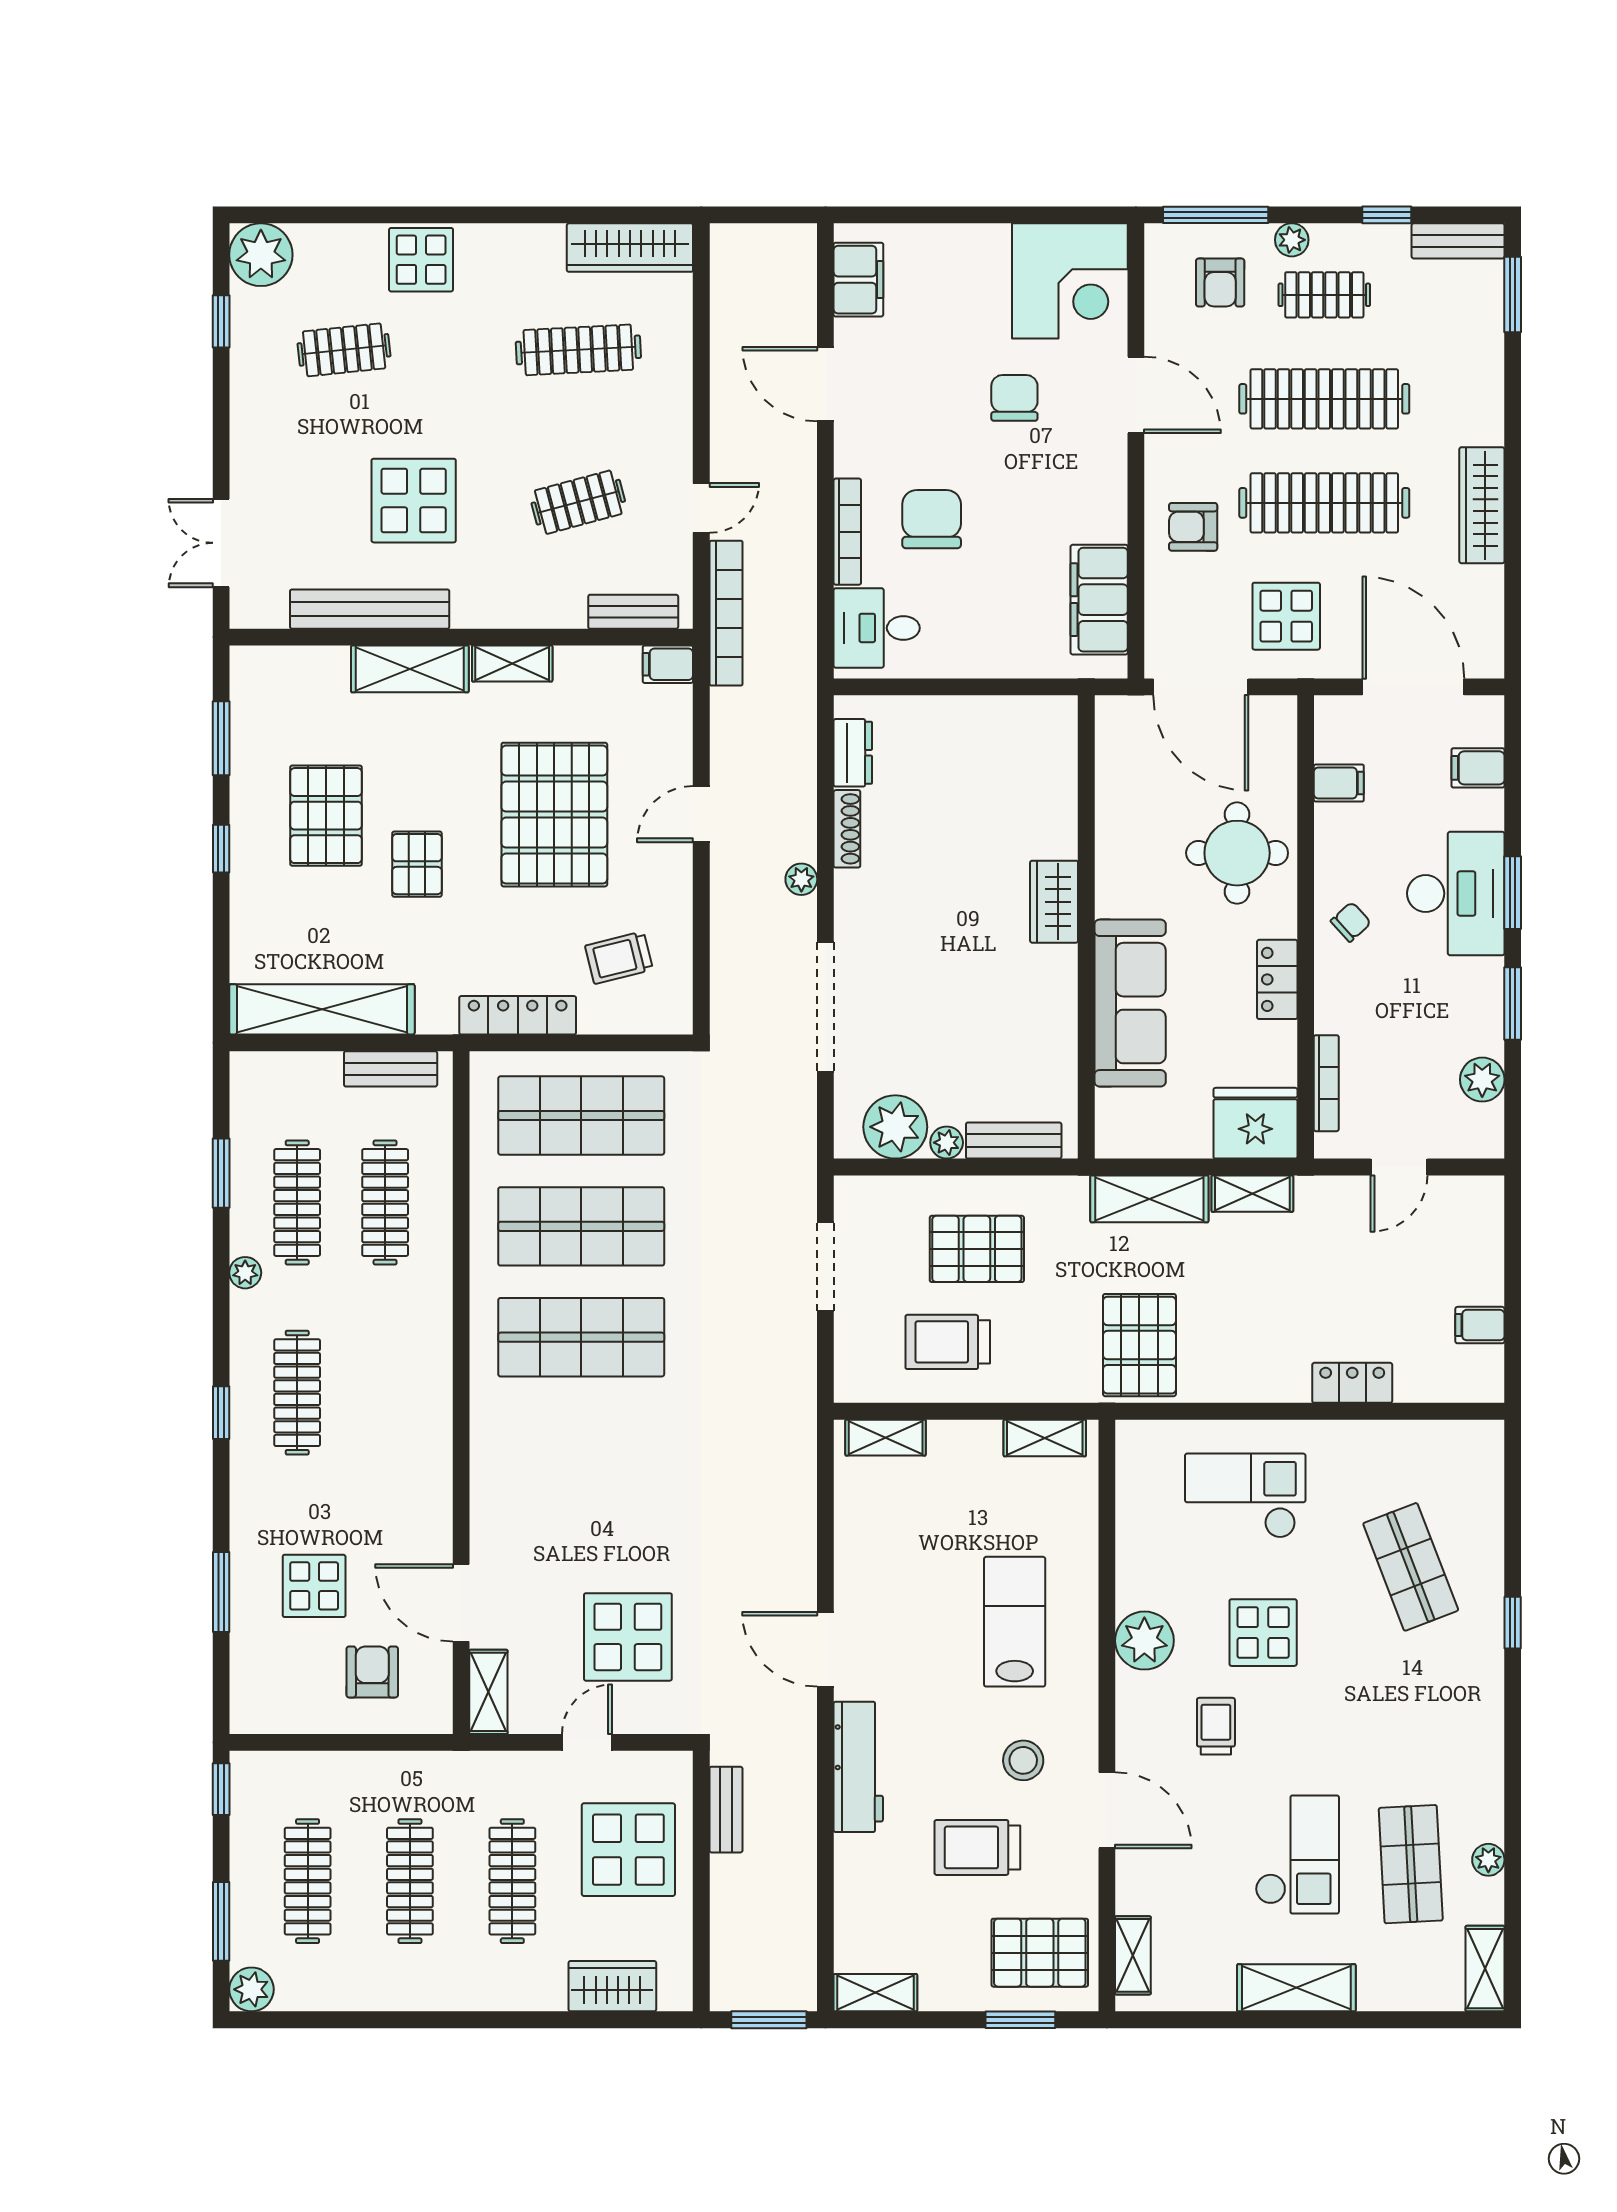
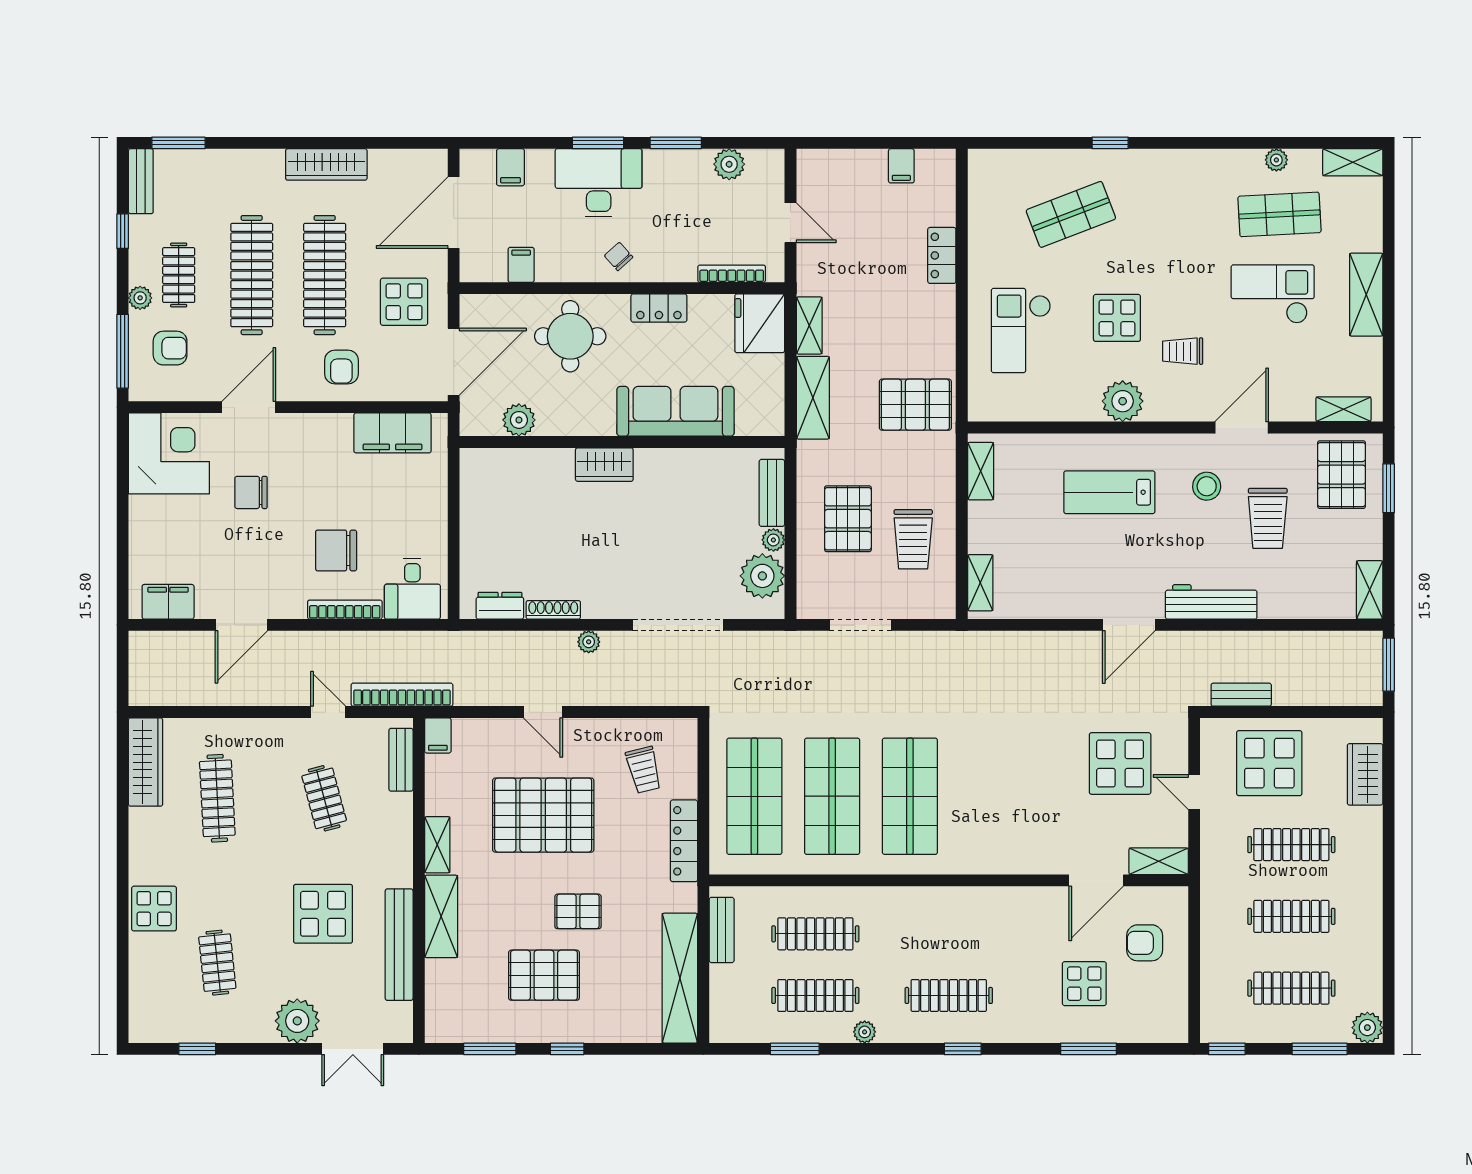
plant: (261, 255) -> (297, 1021), moved
plant: (1118, 780) -> (519, 420), added

